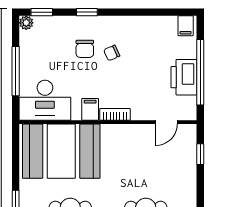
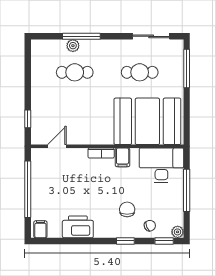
chair: (112, 53) -> (150, 226), moved
printer: (184, 77) -> (78, 227), moved, turned -90

